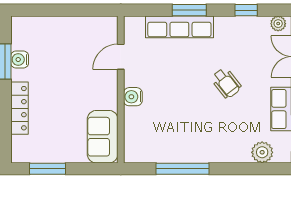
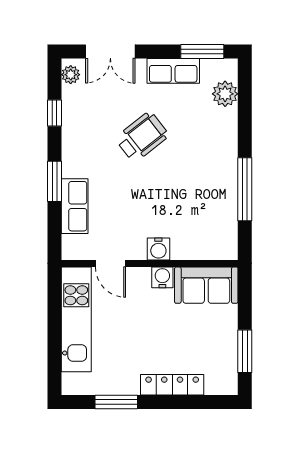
row of seats: (179, 27) -> (75, 206), width x0.68
kitchen unit: (74, 28) -> (76, 319), added
water cooler: (20, 60) -> (162, 277), moved, turned 180
wheelchair: (226, 83) -> (142, 137), width x1.36, depth x1.37

